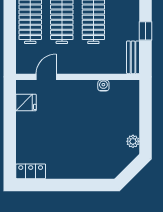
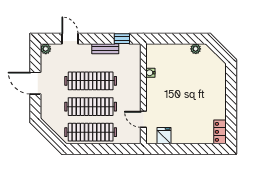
window: (146, 31) -> (122, 39), moved
bench: (133, 57) -> (105, 49), moved

